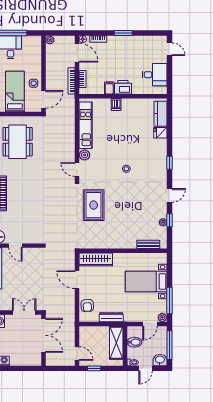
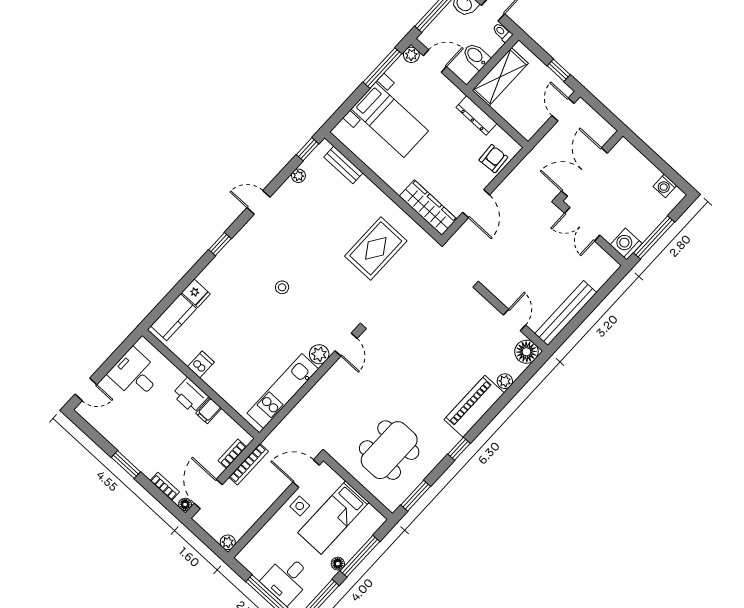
door: (169, 49) -> (86, 389), swing flipped
dishwasher: (116, 104) -> (201, 364), moved
rug: (94, 205) -> (376, 248), moved
window: (169, 220) -> (308, 149), moved

